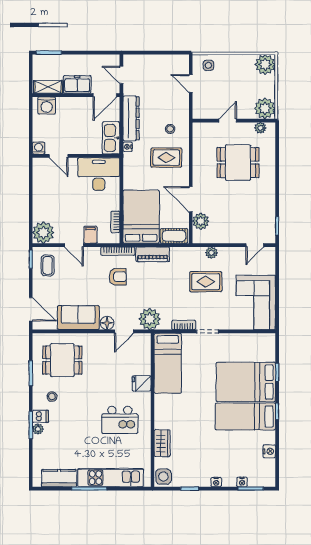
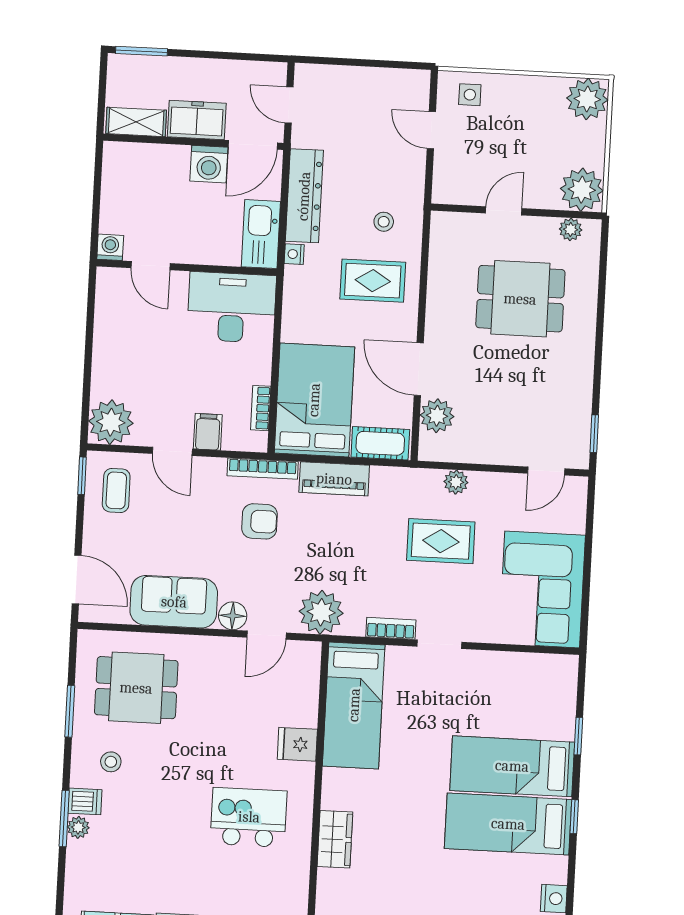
washing machine: (47, 105) -> (209, 164), moved
bed: (246, 382) -> (512, 766), width x0.67
kitchen island: (120, 420) -> (249, 817), turned 180
wardrobe: (162, 443) -> (335, 839), moved

